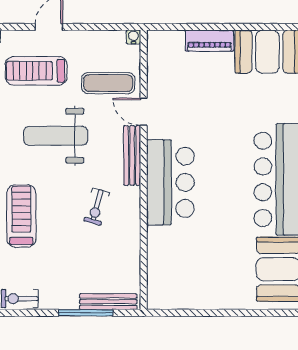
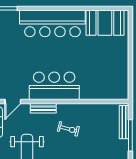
bench: (132, 156) -> (43, 108), width x0.73

